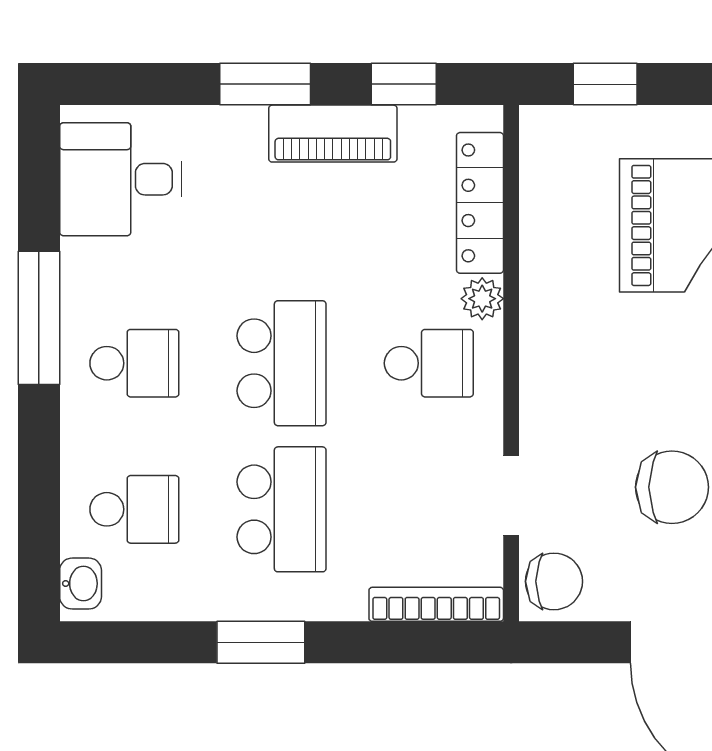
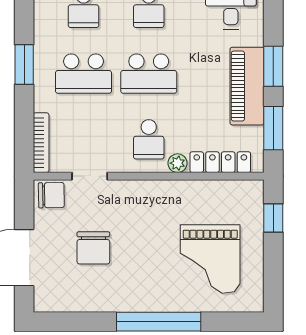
window: (404, 84) -> (273, 128), width x1.50
piano: (333, 134) -> (247, 86), width x1.37, depth x1.33
chair: (554, 581) -> (51, 195), turned -91

